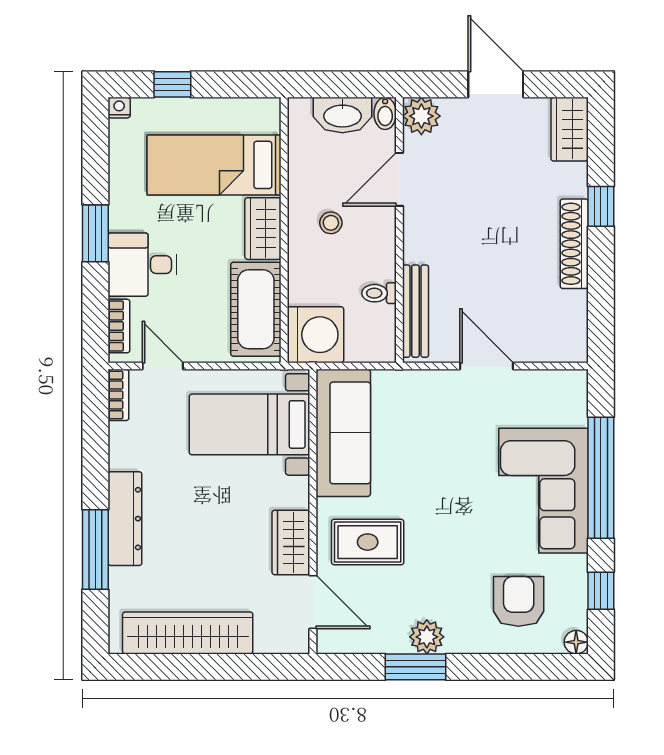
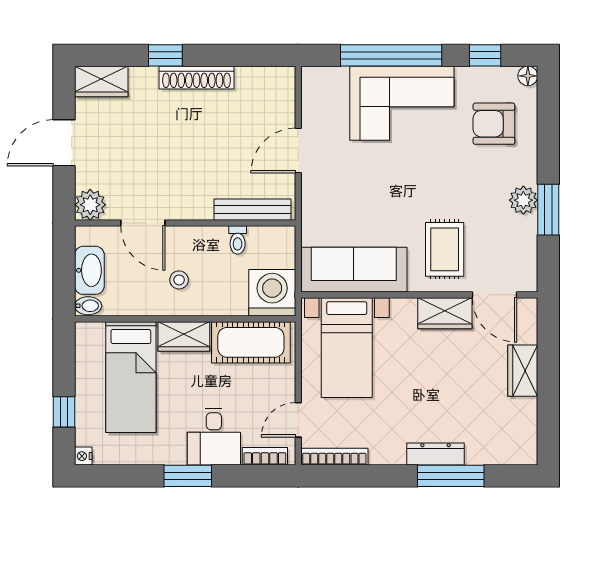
bidet: (385, 113) -> (88, 306), moved
bookcase: (118, 395) -> (334, 457), width x1.56
dresser: (125, 519) -> (436, 454), width x0.73, depth x0.80
door: (313, 602) -> (494, 295), swing flipped
wardrobe: (188, 633) -> (523, 371), width x0.48, depth x0.85

